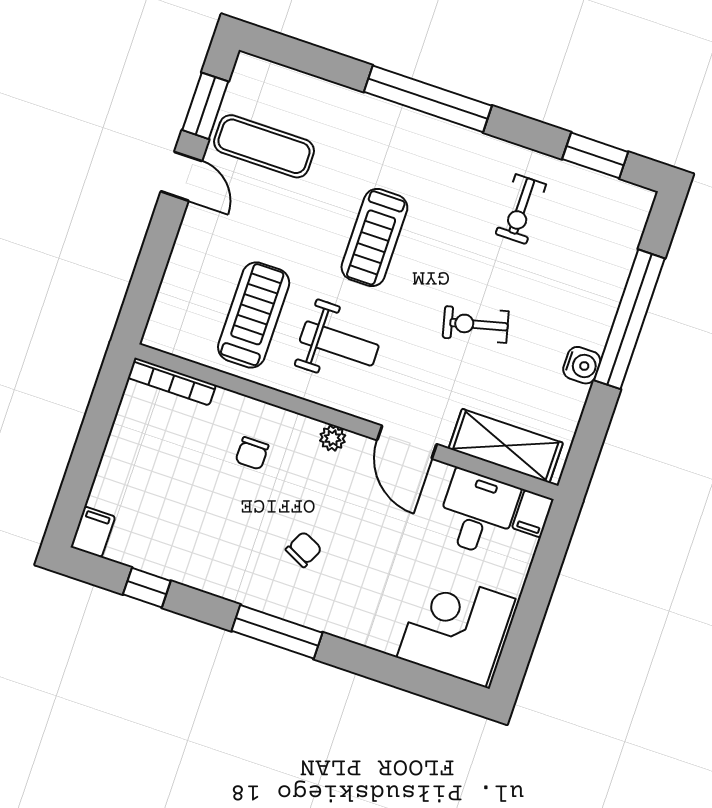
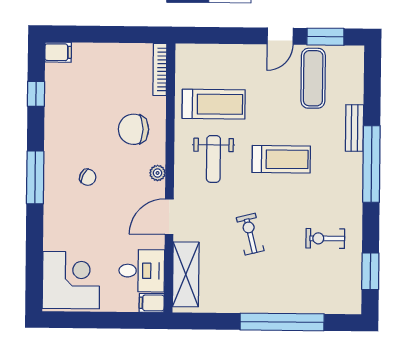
bench: (363, 107) -> (355, 128), added
treadmill: (374, 238) -> (281, 159), turned 180
water cooler: (582, 365) -> (247, 303), removed
chair: (252, 453) -> (133, 129), width x1.87, depth x1.87

